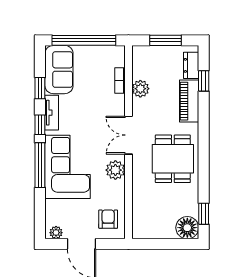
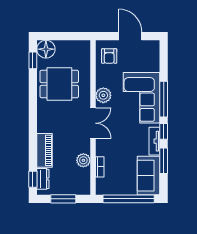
window: (204, 81) -> (33, 179), moved
window: (40, 88) -> (164, 161), width x1.50
dining table: (173, 159) -> (59, 84), moved, turned 90
plant: (56, 233) -> (151, 45), removed

